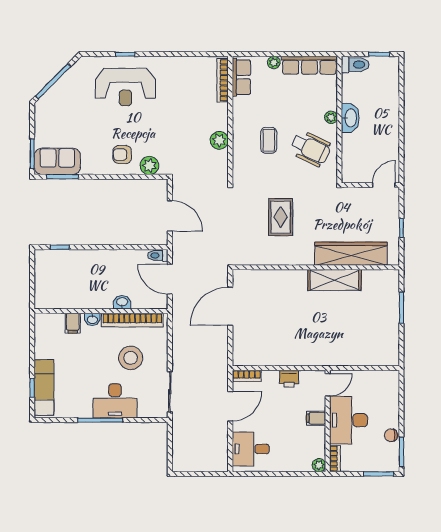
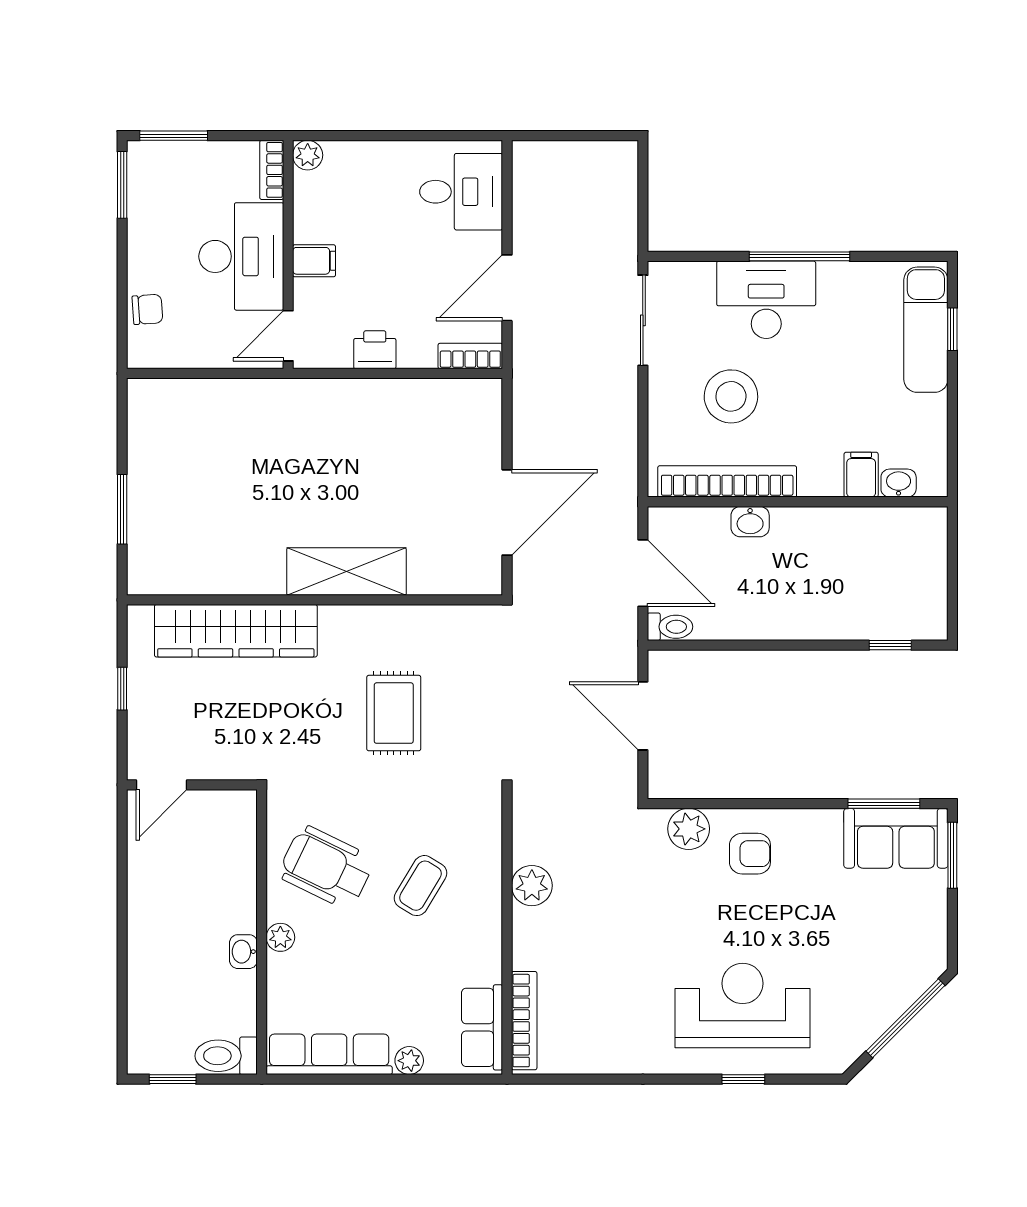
washbasin: (350, 118) -> (243, 952), width x0.52, depth x0.69
coffee table: (269, 140) -> (421, 886), turned 31
shelving: (334, 280) -> (346, 571), moved
washbasin: (92, 319) -> (899, 483), moved
chair: (391, 435) -> (147, 309), moved

